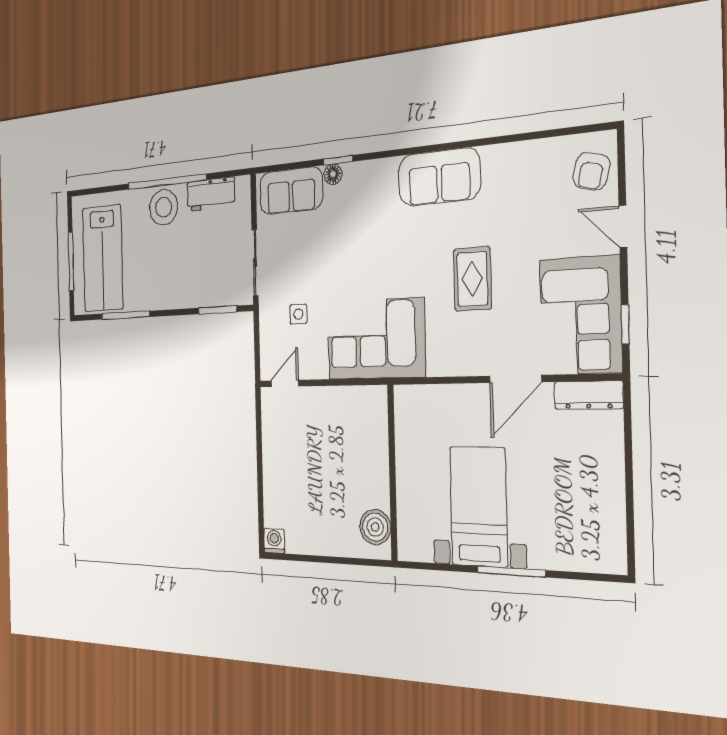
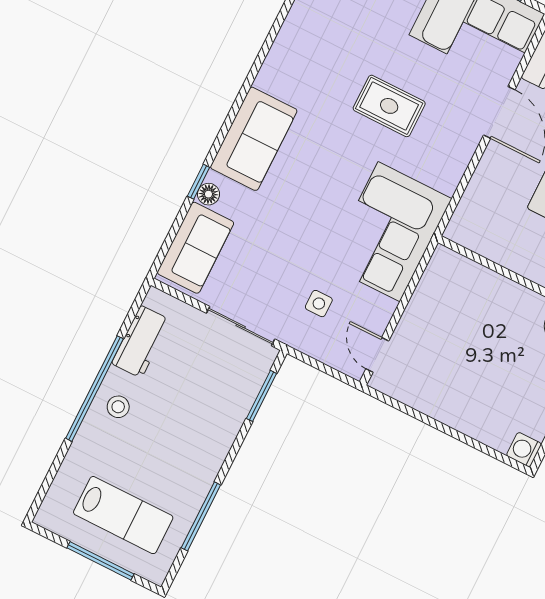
sofa: (439, 177) -> (254, 139), moved
stool: (164, 207) -> (118, 407), width x0.53, depth x0.53
lab bench: (103, 258) -> (123, 515), width x0.73, depth x0.72

